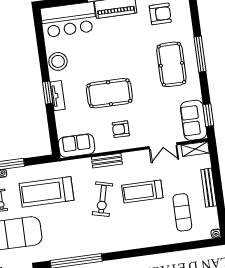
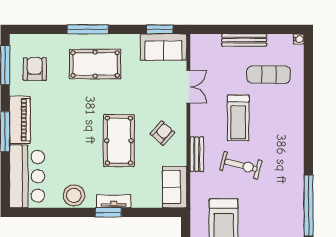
armchair: (121, 129) -> (162, 133), turned -137
shelving: (195, 149) -> (197, 50), removed

